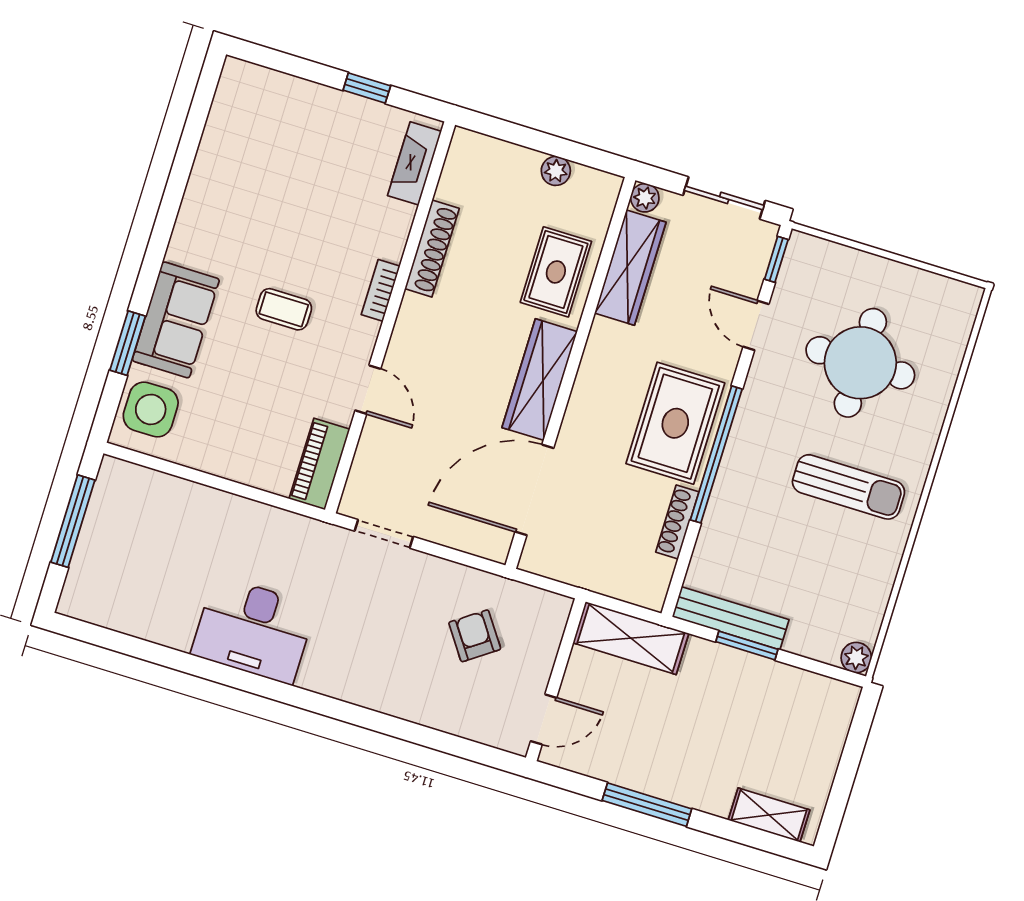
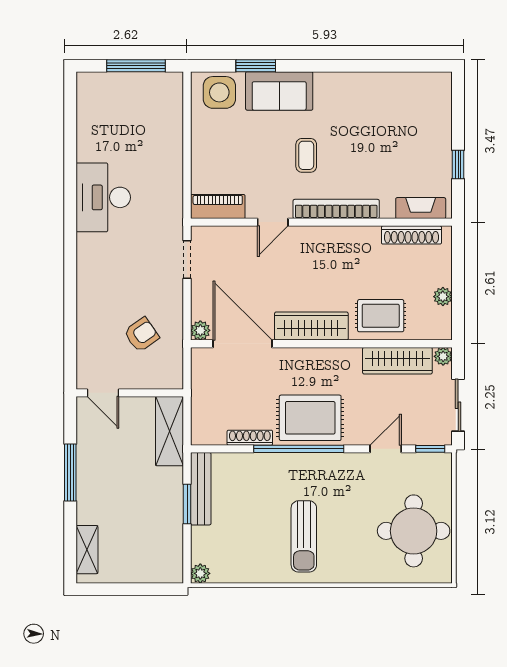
shoe rack: (432, 249) -> (411, 235), moved
bookcase: (381, 290) -> (336, 209), width x2.31, depth x1.31
round table: (860, 363) -> (414, 531), moved
plant: (495, 546) -> (200, 330), added

